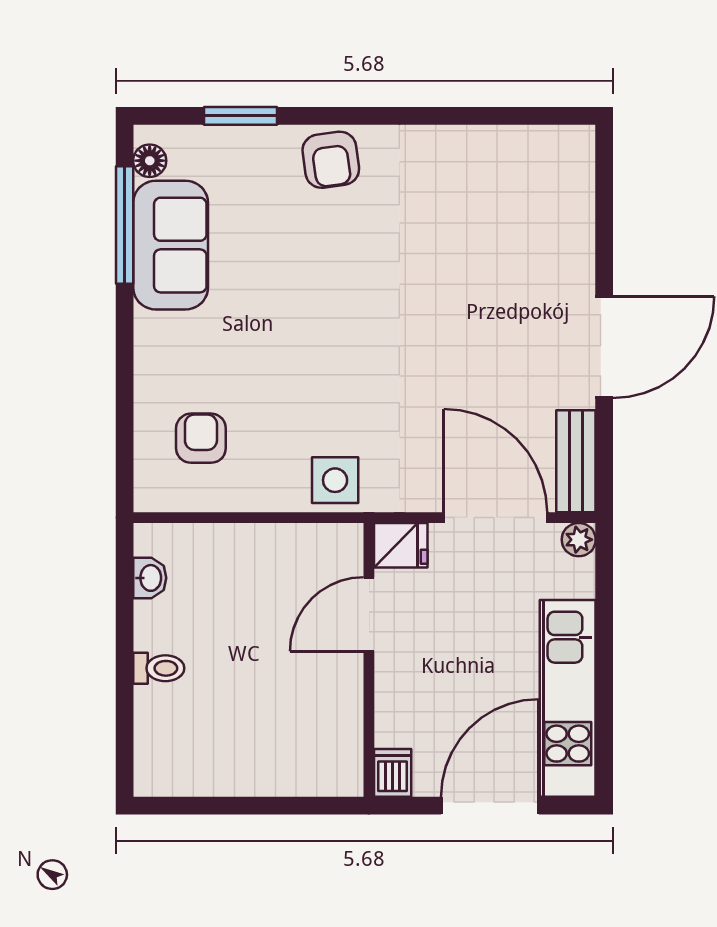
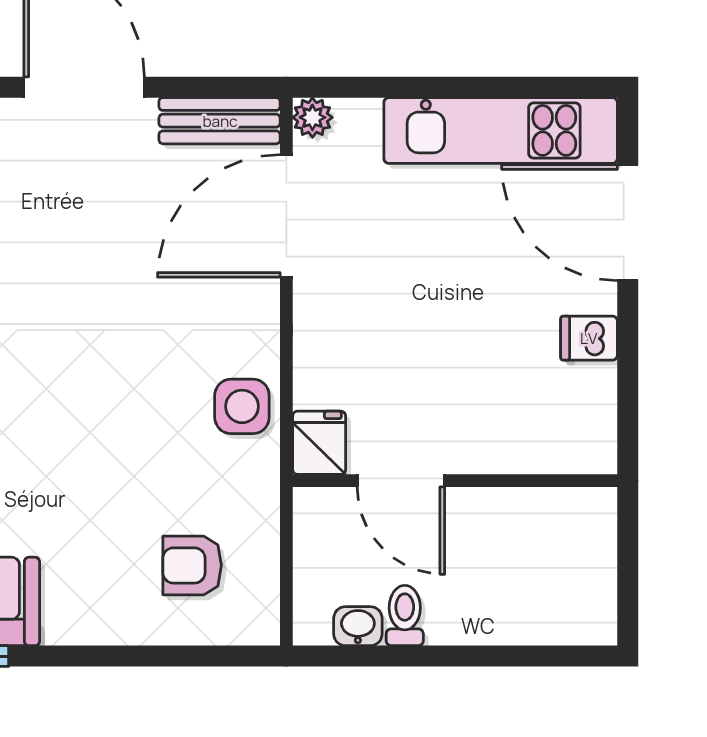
fridge: (401, 545) -> (319, 443), moved
door: (369, 614) -> (401, 481), moved
wall: (369, 660) -> (455, 481), moved
toilet: (159, 668) -> (405, 616), moved

